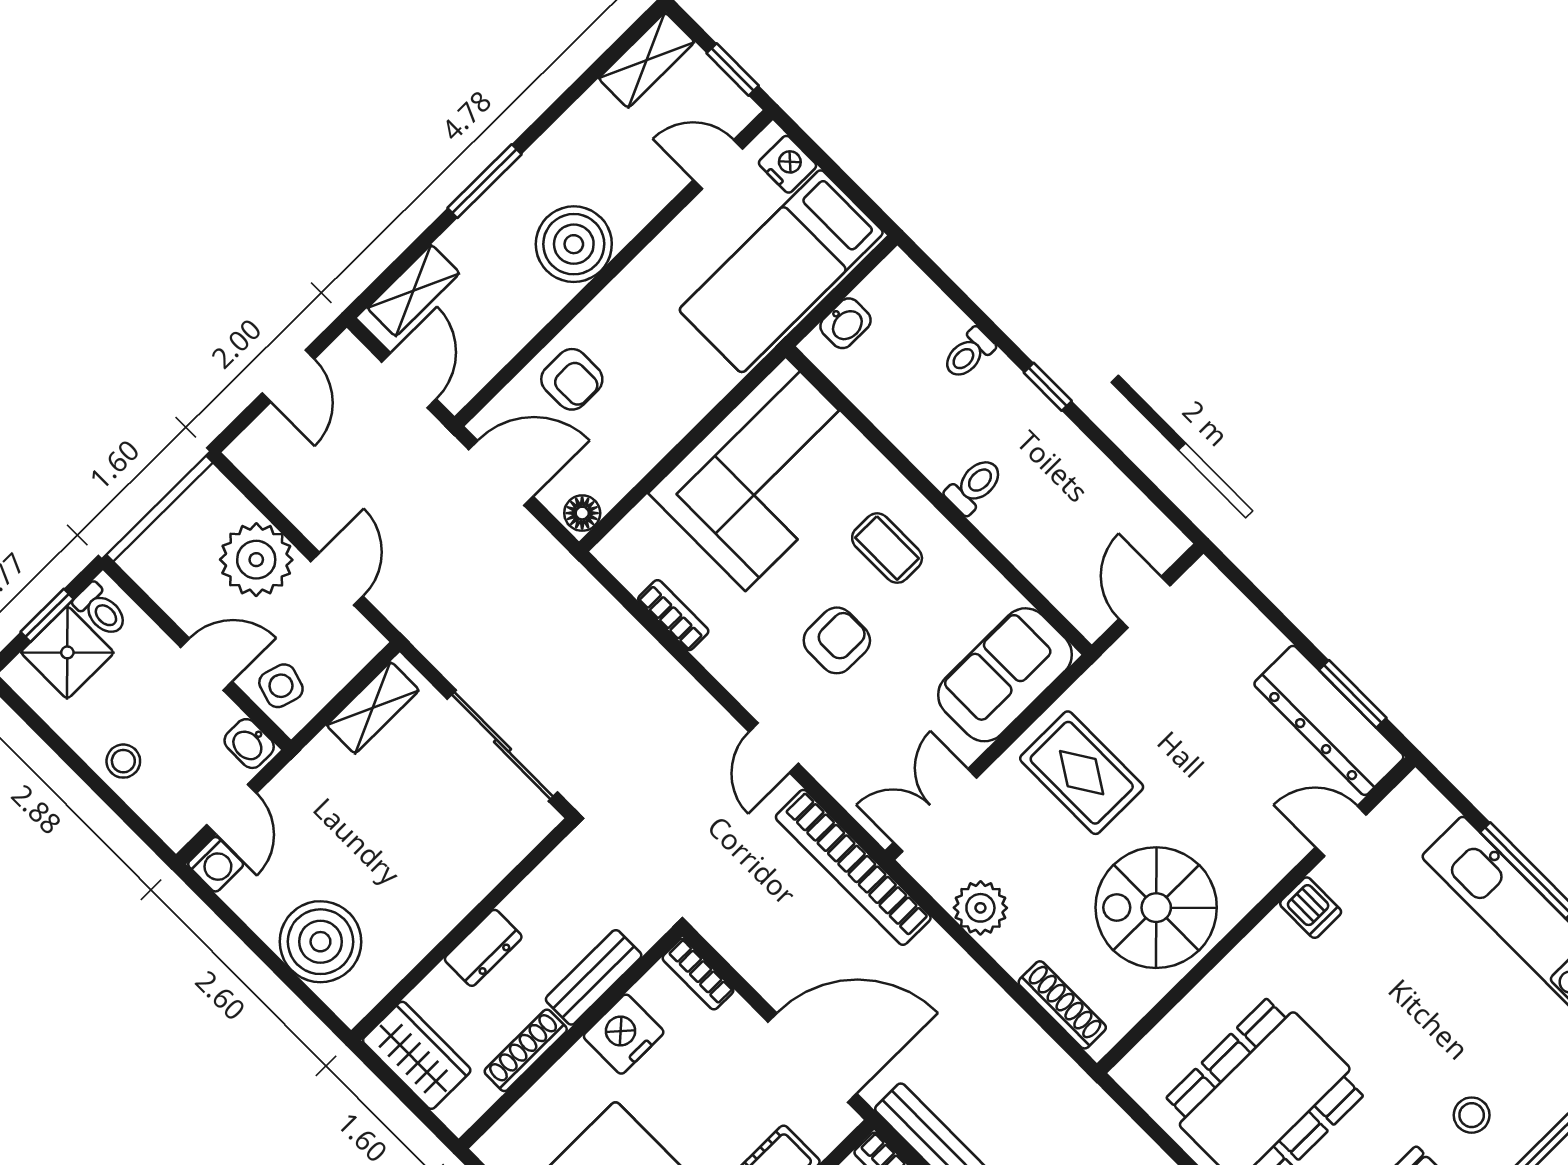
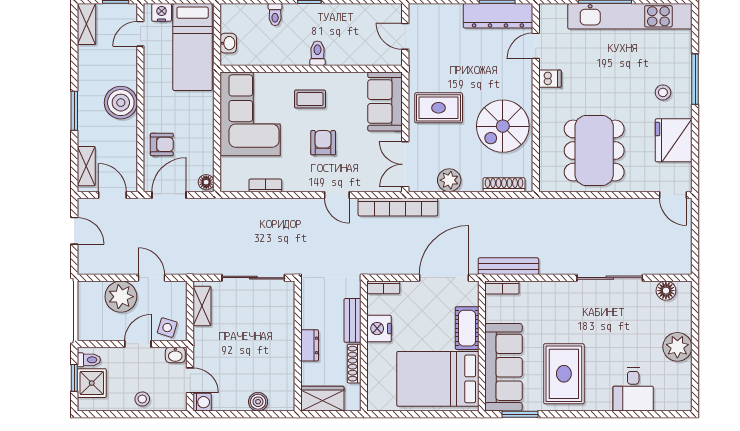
boiler: (320, 942) -> (258, 402), width x0.54, depth x0.54

